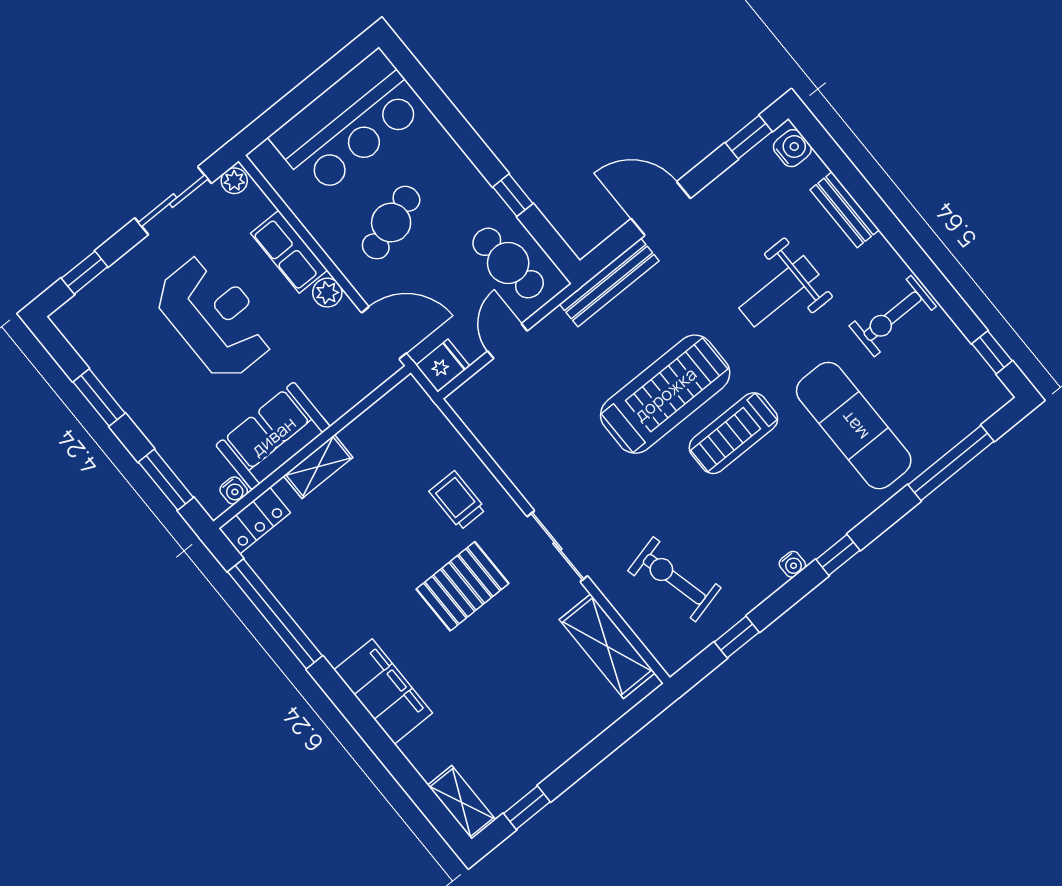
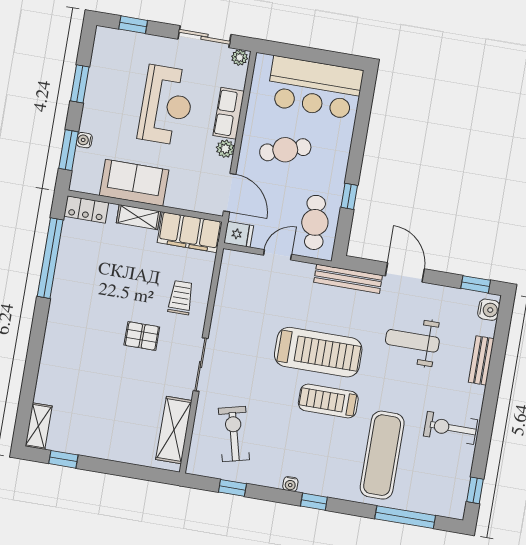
weight bench: (779, 291) -> (412, 341), moved
water cooler: (234, 491) -> (84, 140), moved, turned 90
pallet: (462, 586) -> (142, 336), width x0.67, depth x0.71
filing cabinet: (383, 691) -> (190, 232), moved, turned 90

